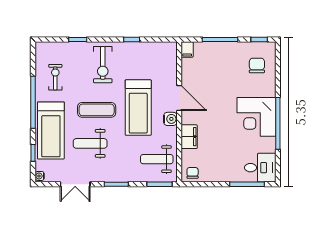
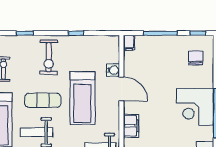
water cooler: (170, 119) -> (113, 70), moved

